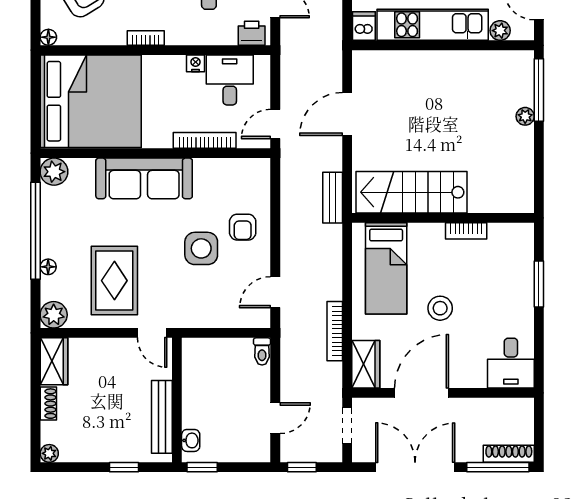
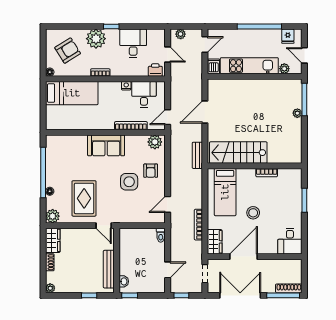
bed: (91, 101) -> (72, 93), width x0.49
plant: (54, 172) -> (155, 142), moved
sofa: (144, 178) -> (106, 145), width x0.73

